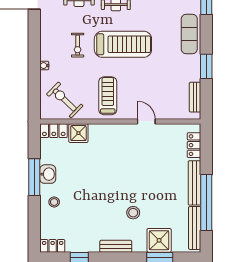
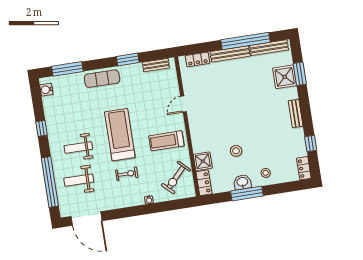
stool: (133, 213) -> (236, 151), moved

